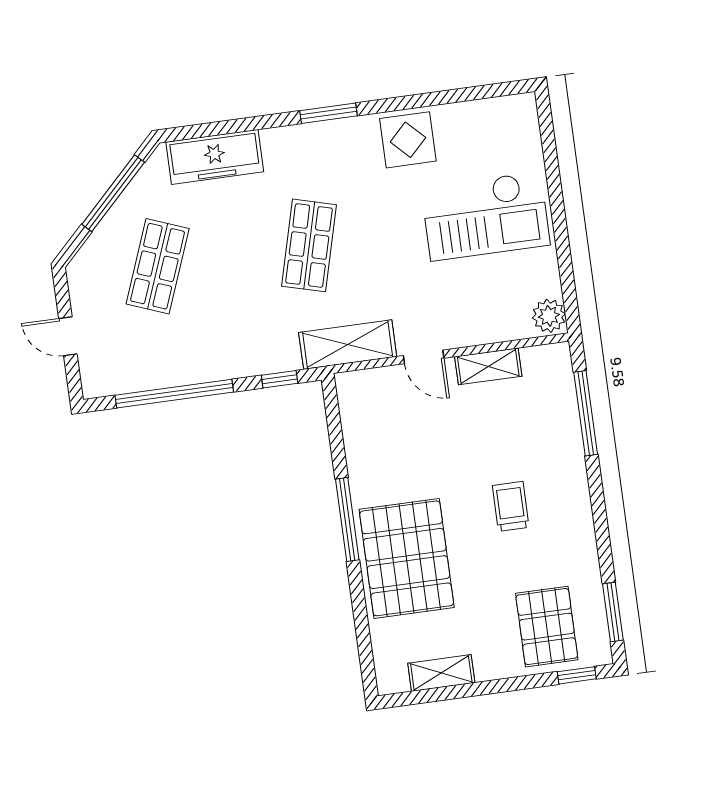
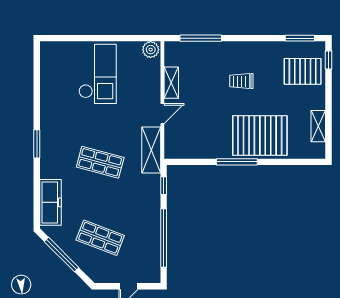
display table: (408, 140) -> (55, 107), removed

